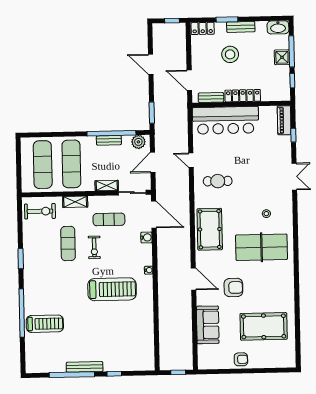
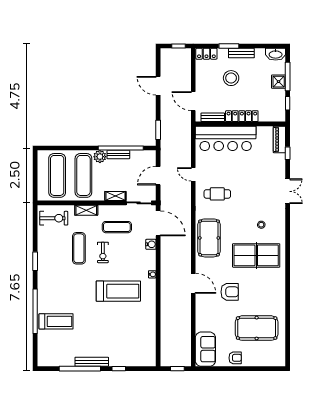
plant: (138, 142) -> (100, 157), moved
sofa: (208, 325) -> (205, 349), moved

